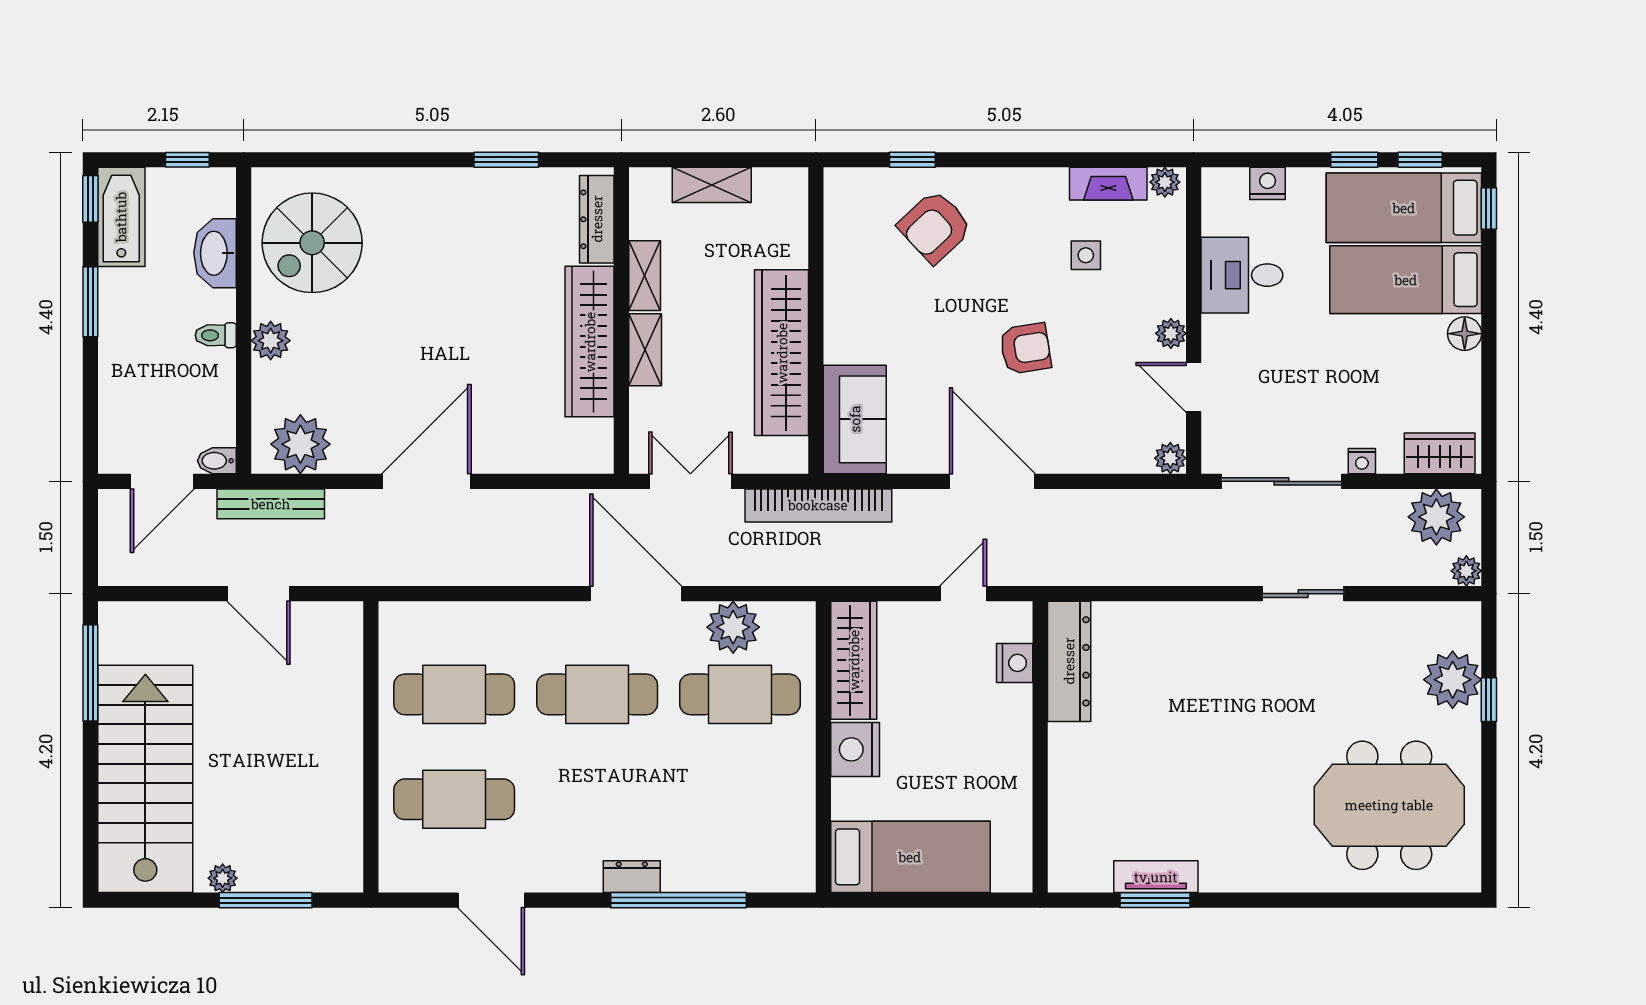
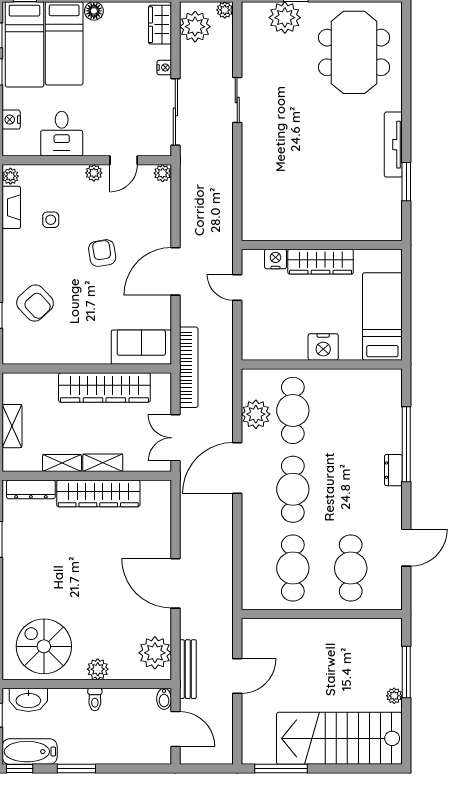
spiral stairs: (312, 243) -> (44, 646), turned 180
washbasin: (215, 253) -> (28, 700), moved
wardrobe: (854, 660) -> (321, 262), moved, turned 180
dresser: (1069, 661) -> (275, 229), removed
tv unit: (1156, 877) -> (393, 145), moved, width x1.41

